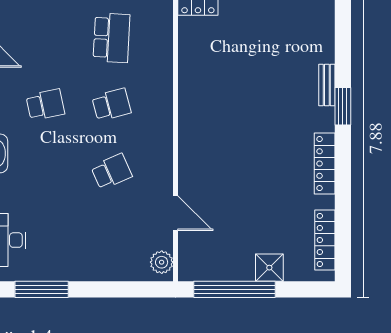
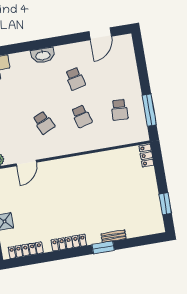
school desk: (111, 38) -> (119, 110), width x0.54

